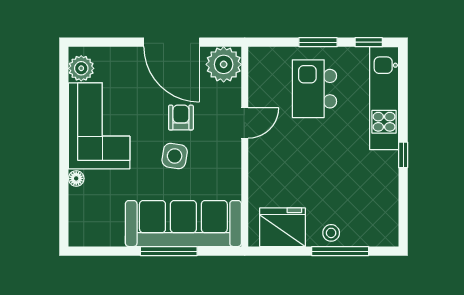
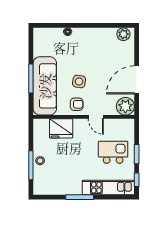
armchair: (181, 118) -> (77, 104), moved
corner sofa: (99, 126) -> (94, 43), removed
window: (403, 155) -> (80, 197), width x2.17
fridge: (282, 227) -> (61, 128), moved, turned 90

